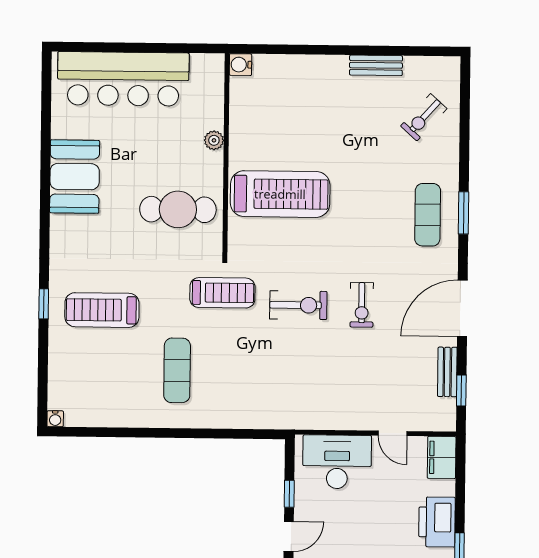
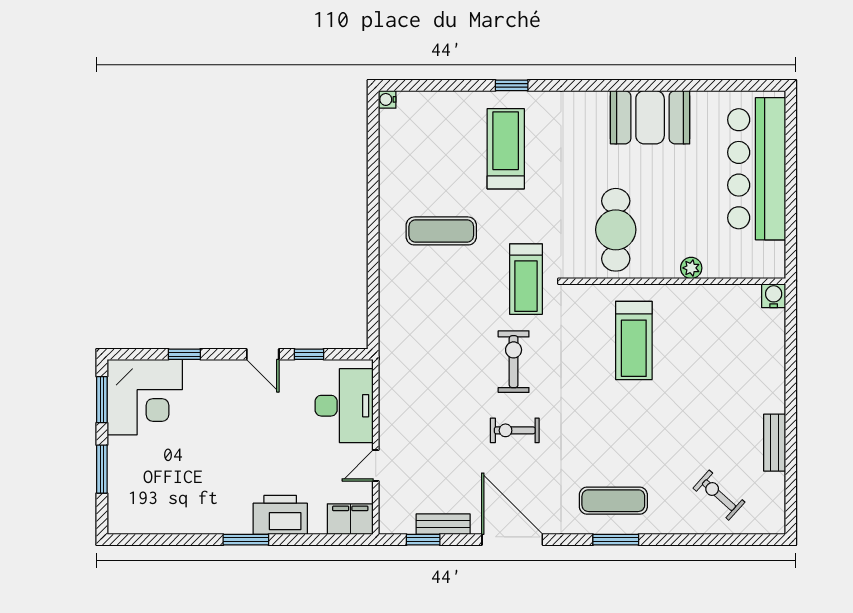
treadmill: (280, 194) -> (634, 340), width x0.73, depth x0.73
exercise bike: (298, 305) -> (514, 362), turned 180

